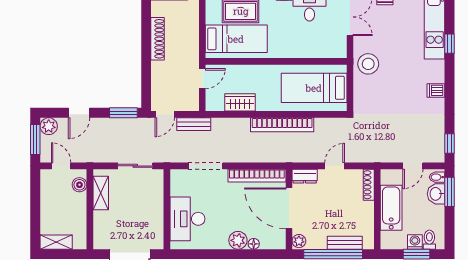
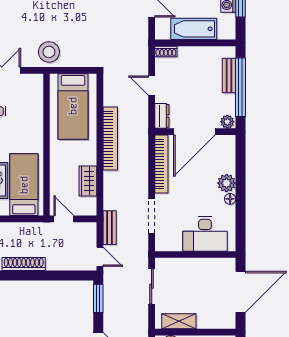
shoe rack: (369, 185) -> (166, 51), width x0.70
floor lamp: (254, 244) -> (230, 199), moved

